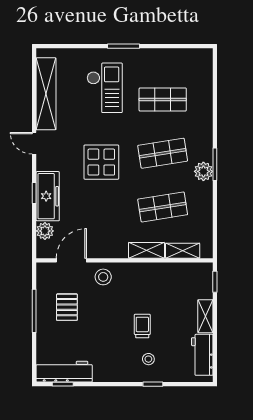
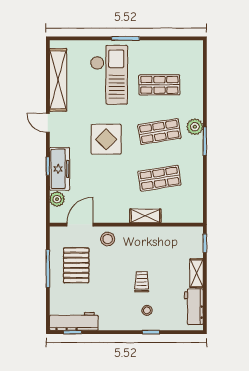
checkout: (105, 88) -> (109, 75), width x1.36, depth x1.21
plant: (203, 171) -> (195, 127), moved
shelving: (183, 251) -> (177, 216), removed
pallet: (67, 307) -> (76, 265), width x1.50, depth x1.42

